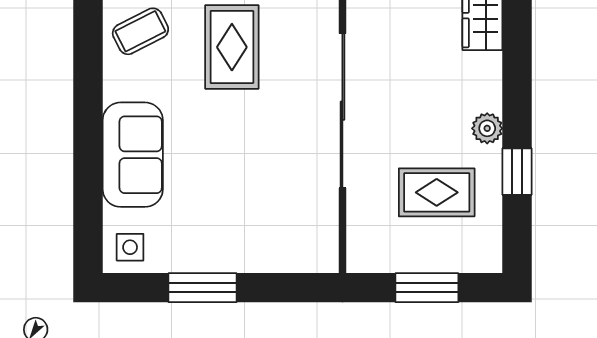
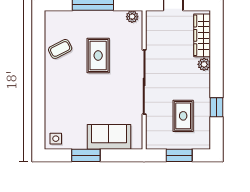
plant: (487, 128) -> (204, 64), moved
sofa: (133, 155) -> (109, 137), moved, turned -90
rug: (437, 192) -> (183, 116), turned 90

